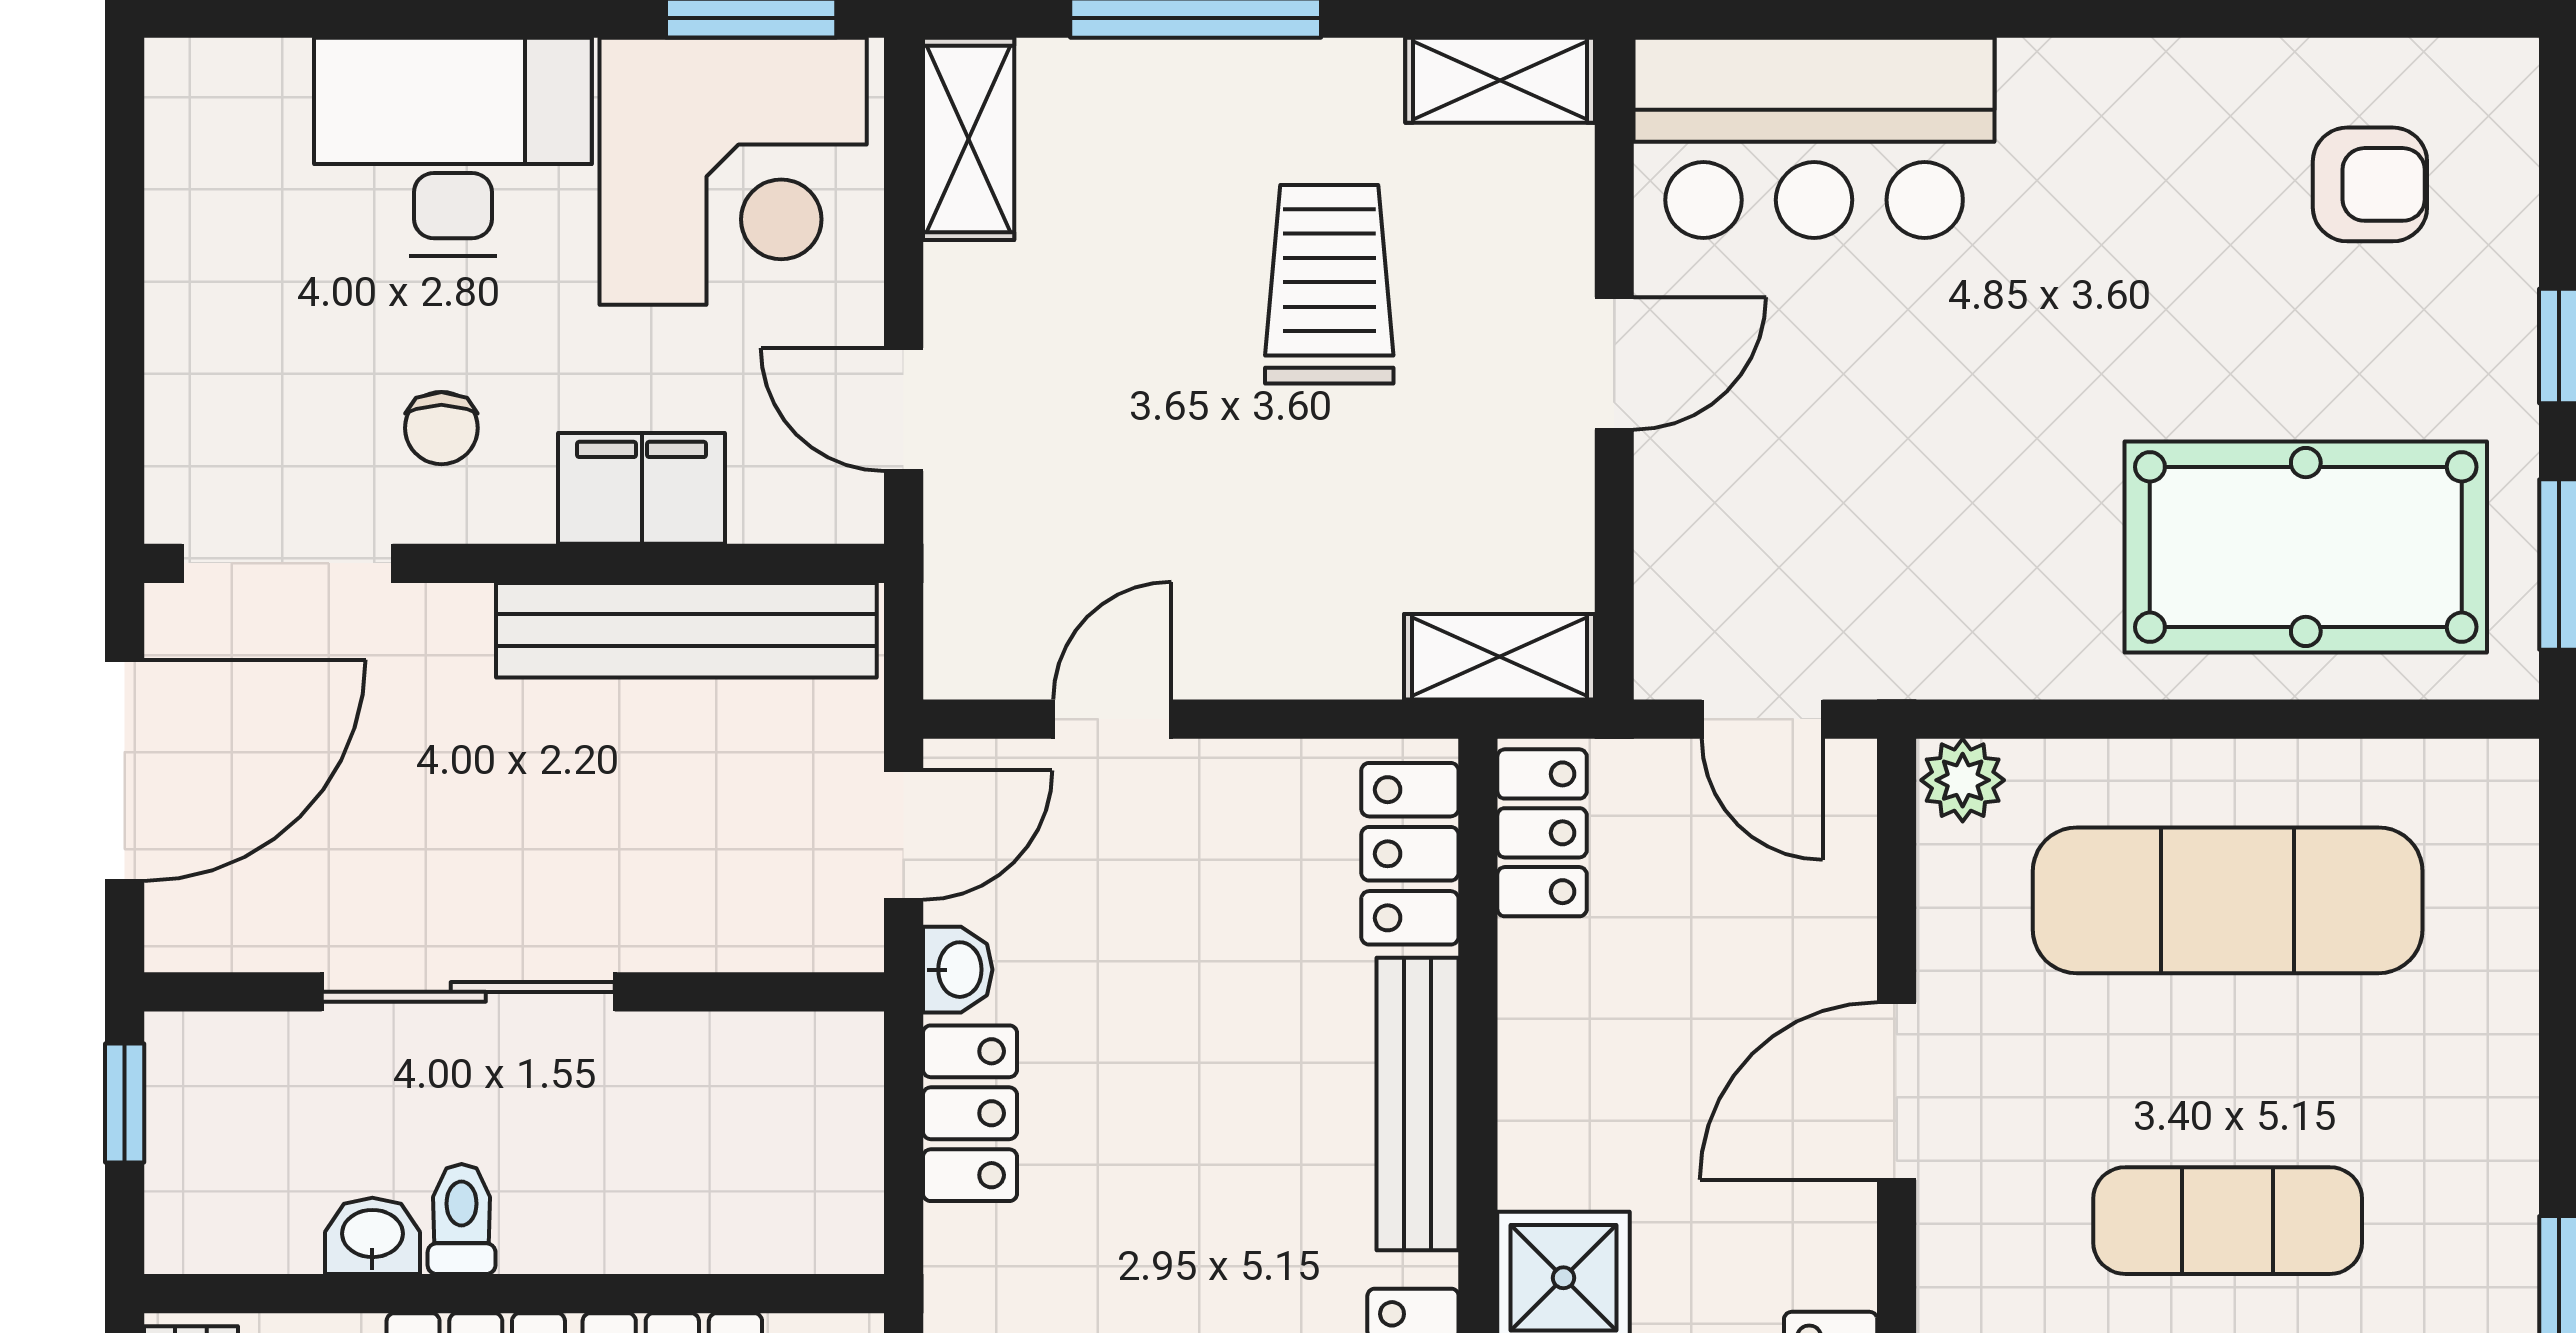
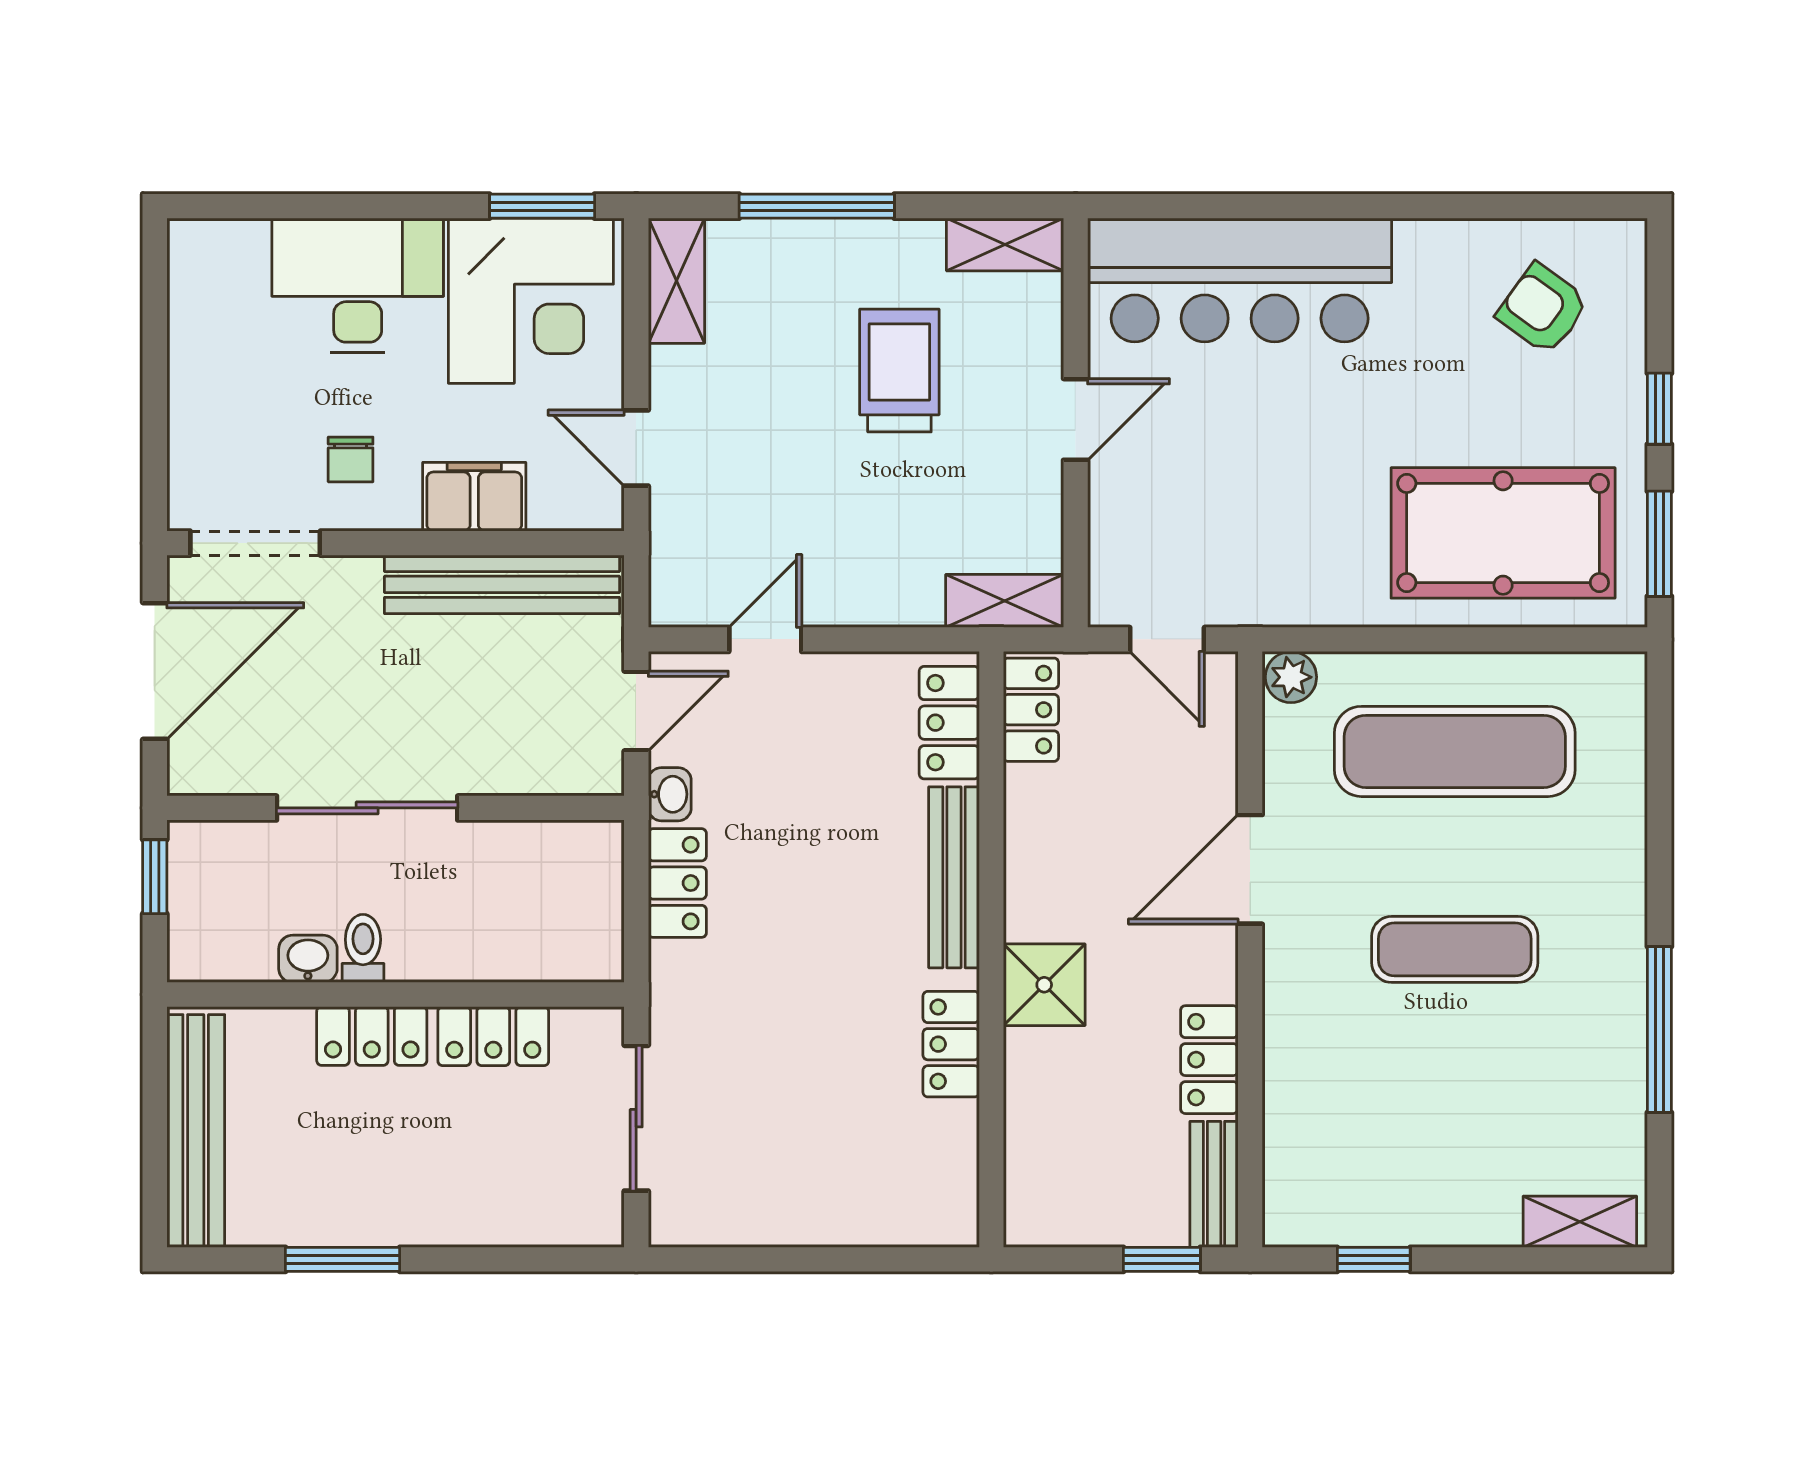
bar counter: (1814, 138) -> (1240, 280), width x1.36
armchair: (2370, 184) -> (1543, 309), turned -144

